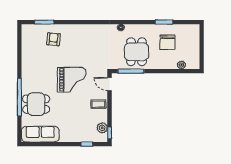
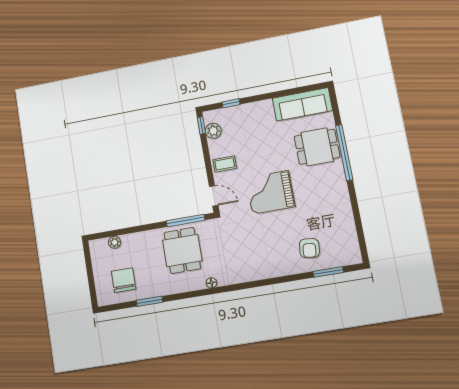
chair: (167, 42) -> (124, 280), moved

